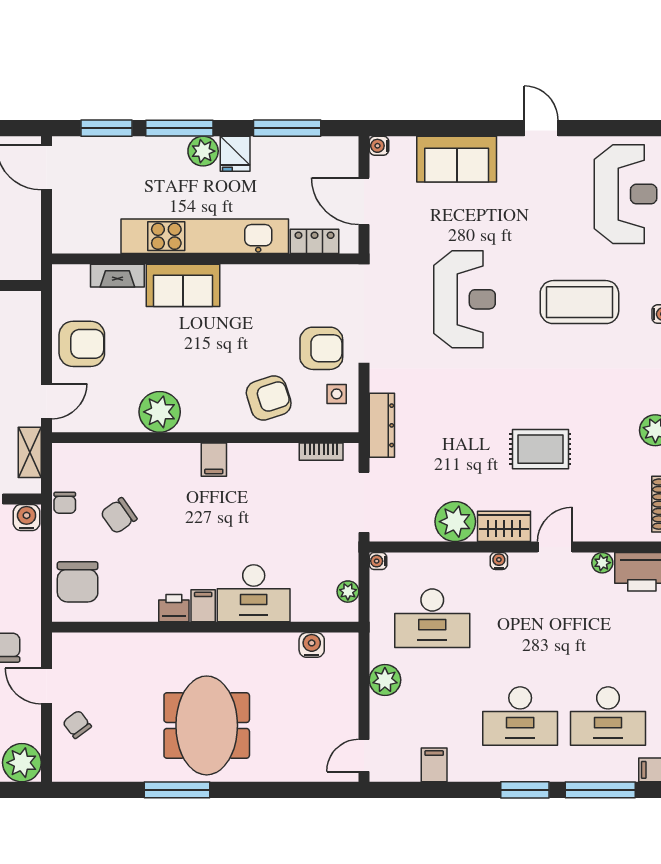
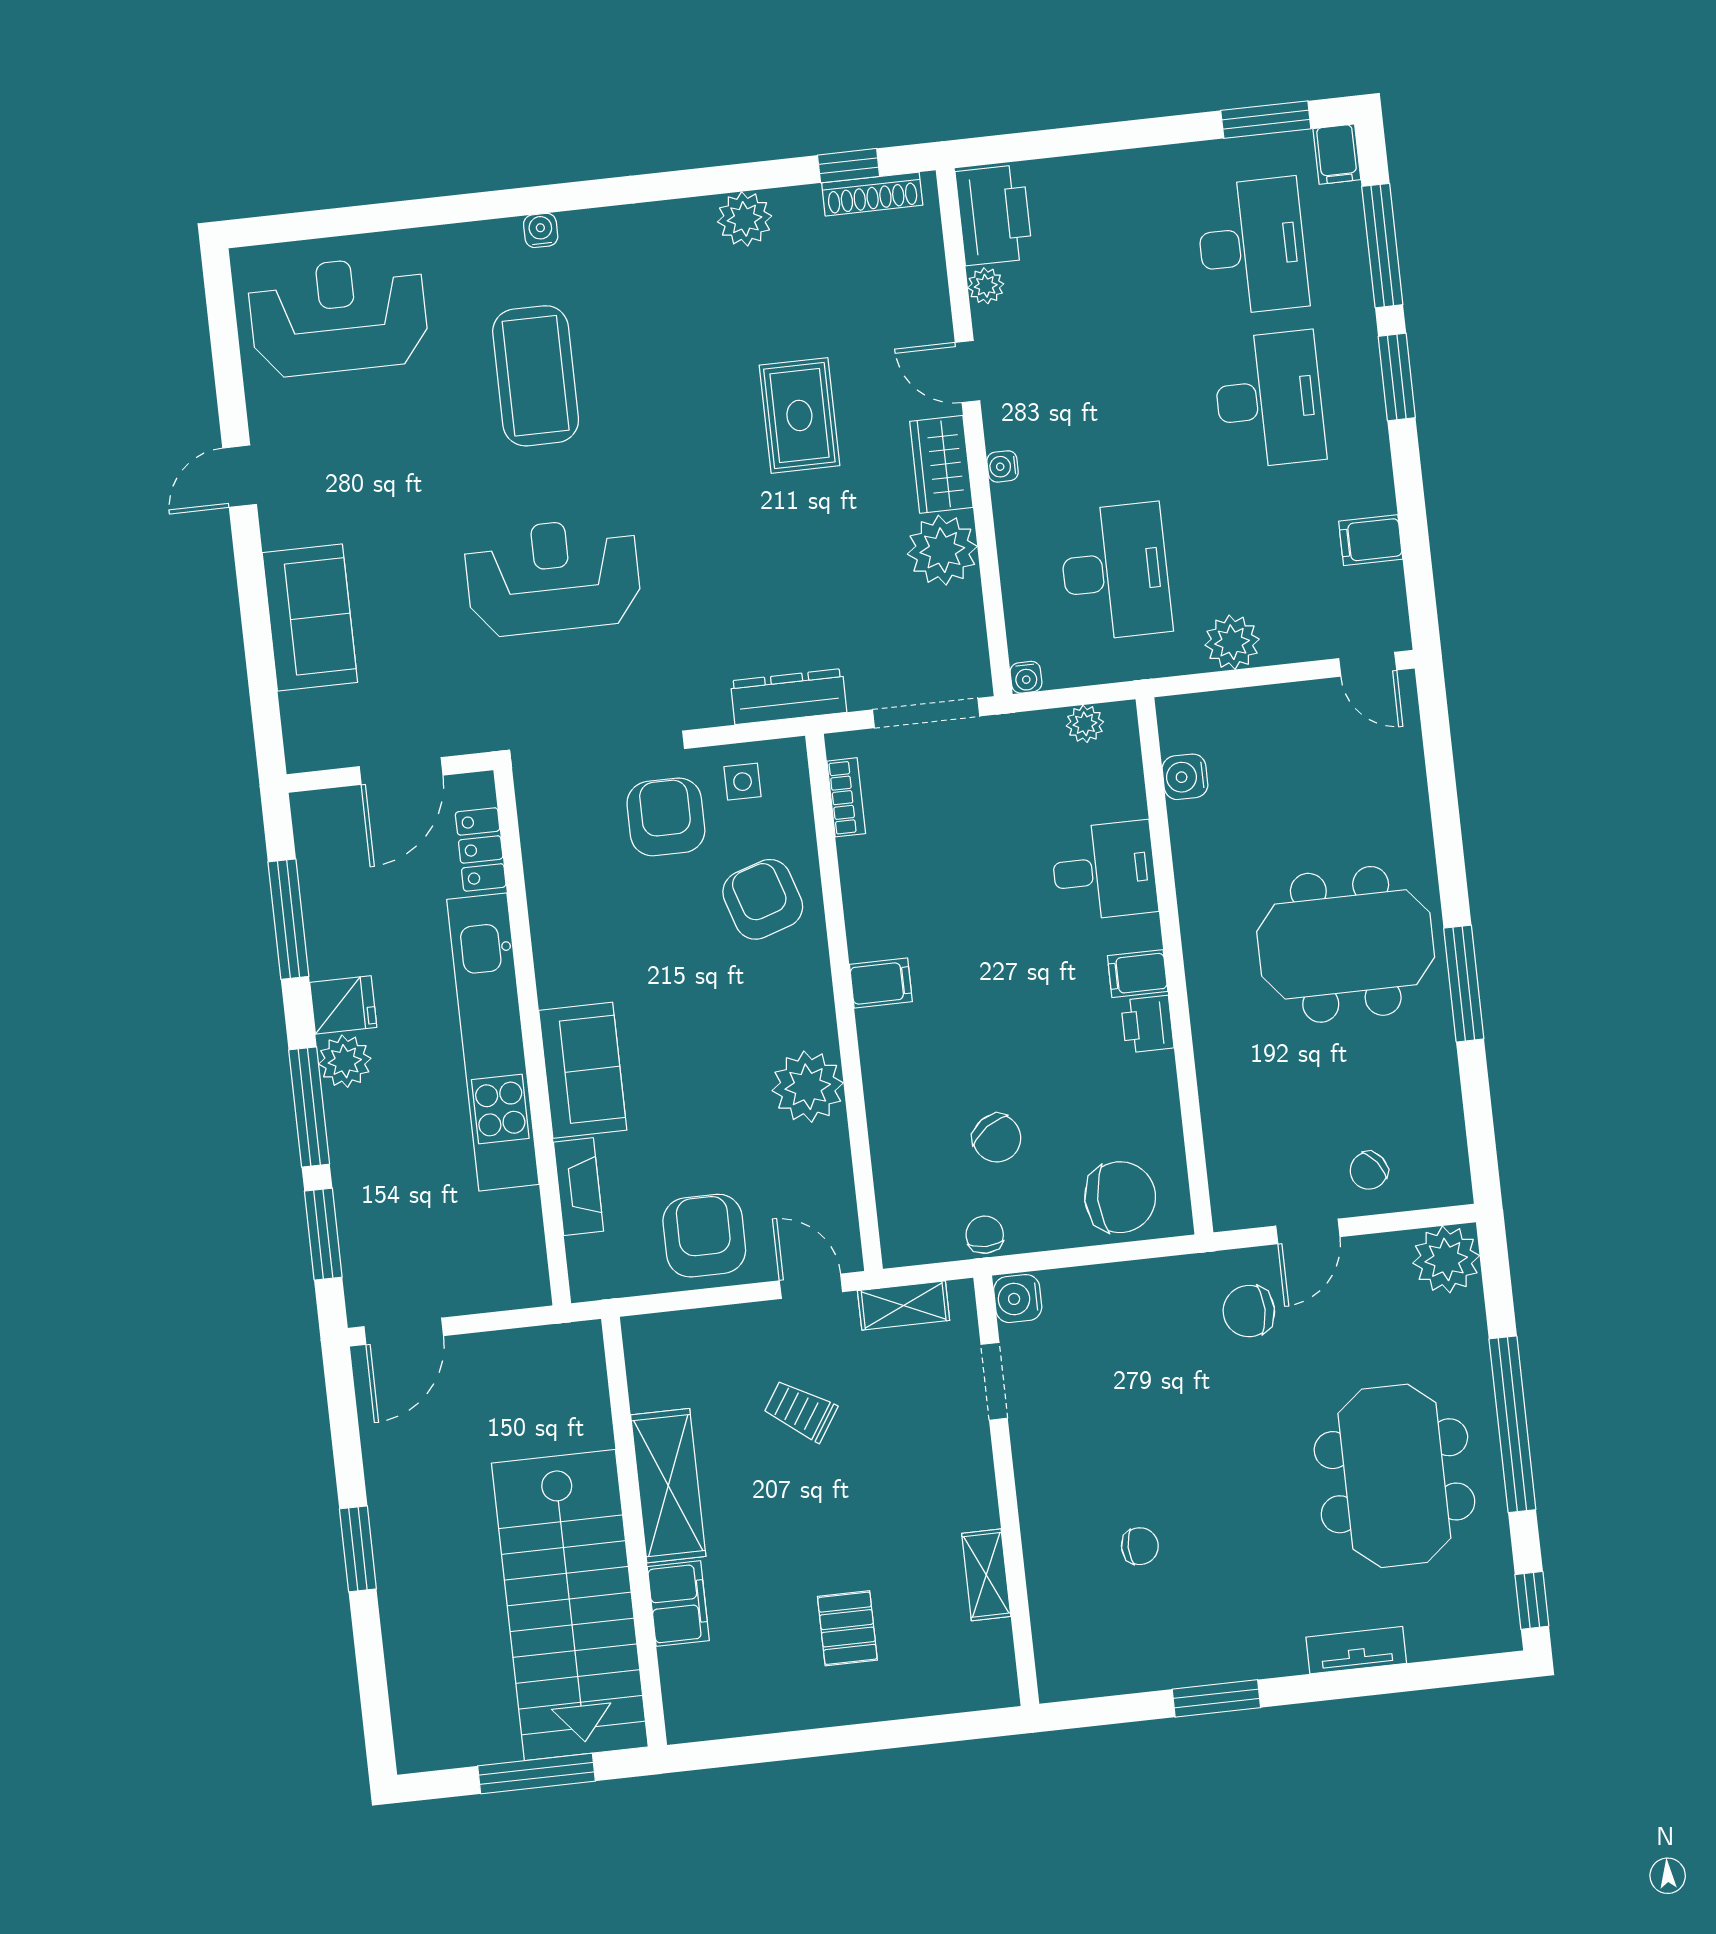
water cooler: (379, 146) -> (302, 755), removed
chair: (65, 503) -> (985, 1235), turned -90
desk: (254, 593) -> (1104, 871), width x0.73

